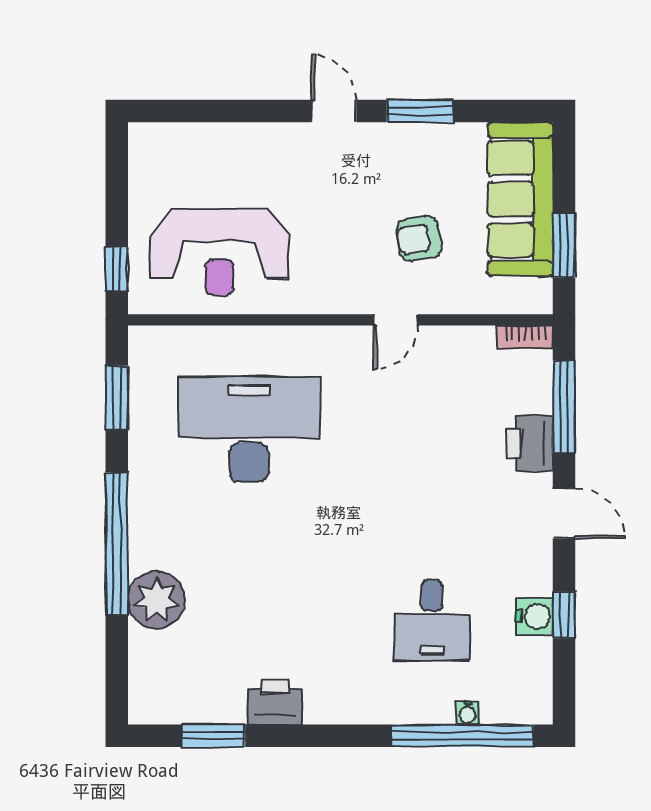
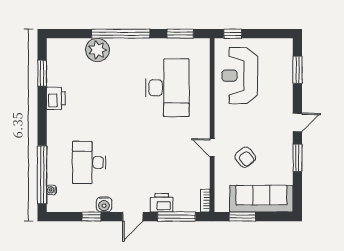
window: (205, 111) -> (297, 70), added
armchair: (419, 239) -> (245, 157), turned 151
water cooler: (534, 616) -> (104, 204), moved
desk: (432, 621) -> (89, 163), width x1.37
water cooler: (467, 713) -> (51, 190), moved

